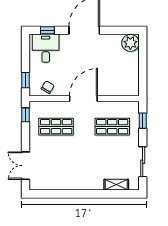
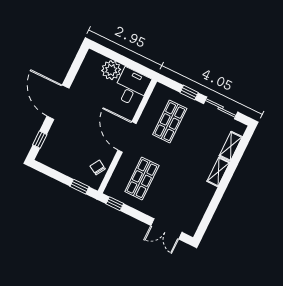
plant: (130, 43) -> (111, 70), moved
desk: (46, 48) -> (132, 87), moved, turned 90
window: (143, 121) -> (189, 93), moved
shelving: (91, 185) -> (218, 172), added

